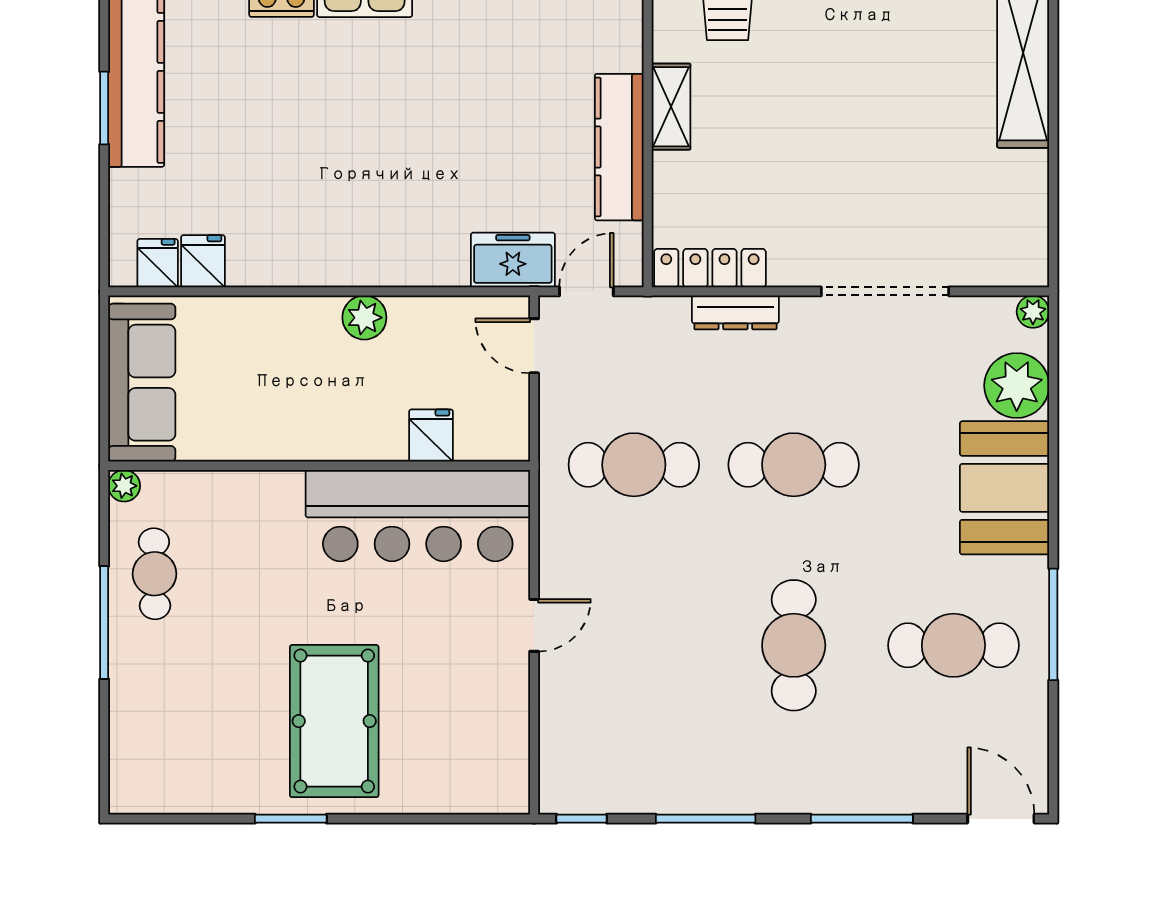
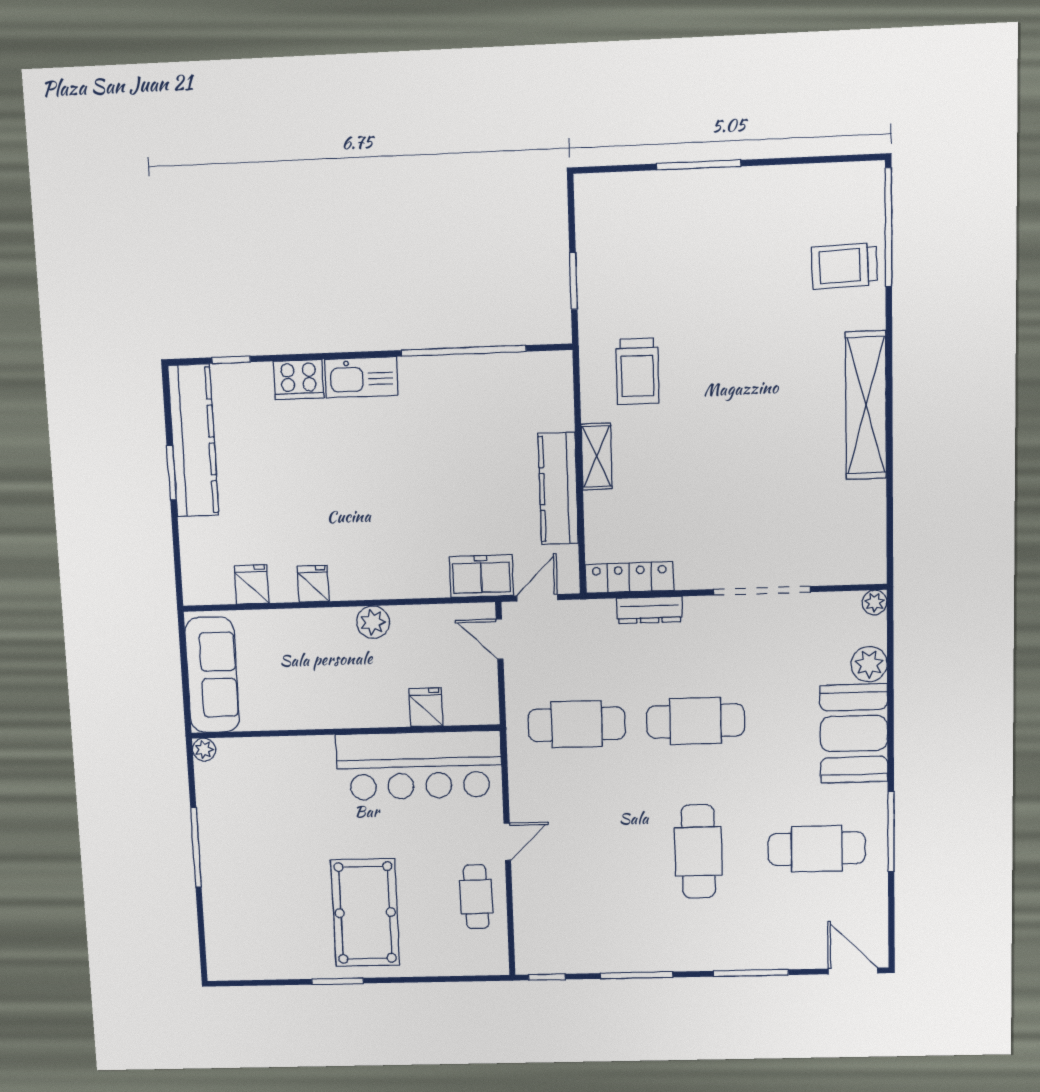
fridge: (158, 263) -> (313, 584), moved
plant: (1017, 386) -> (869, 664), width x0.73, depth x0.73
cafe table: (154, 574) -> (476, 897), moved

